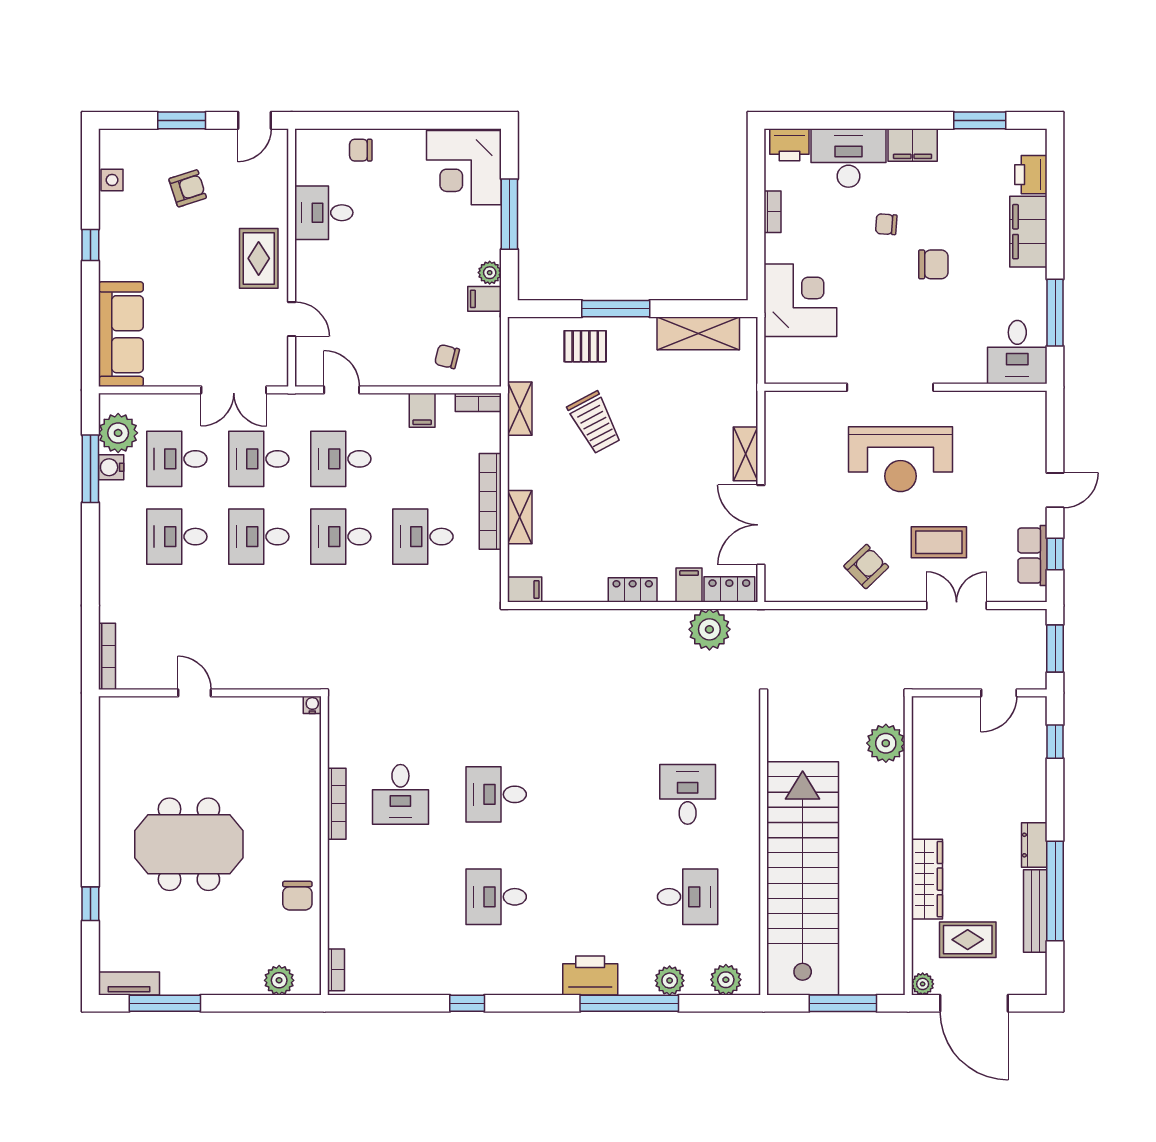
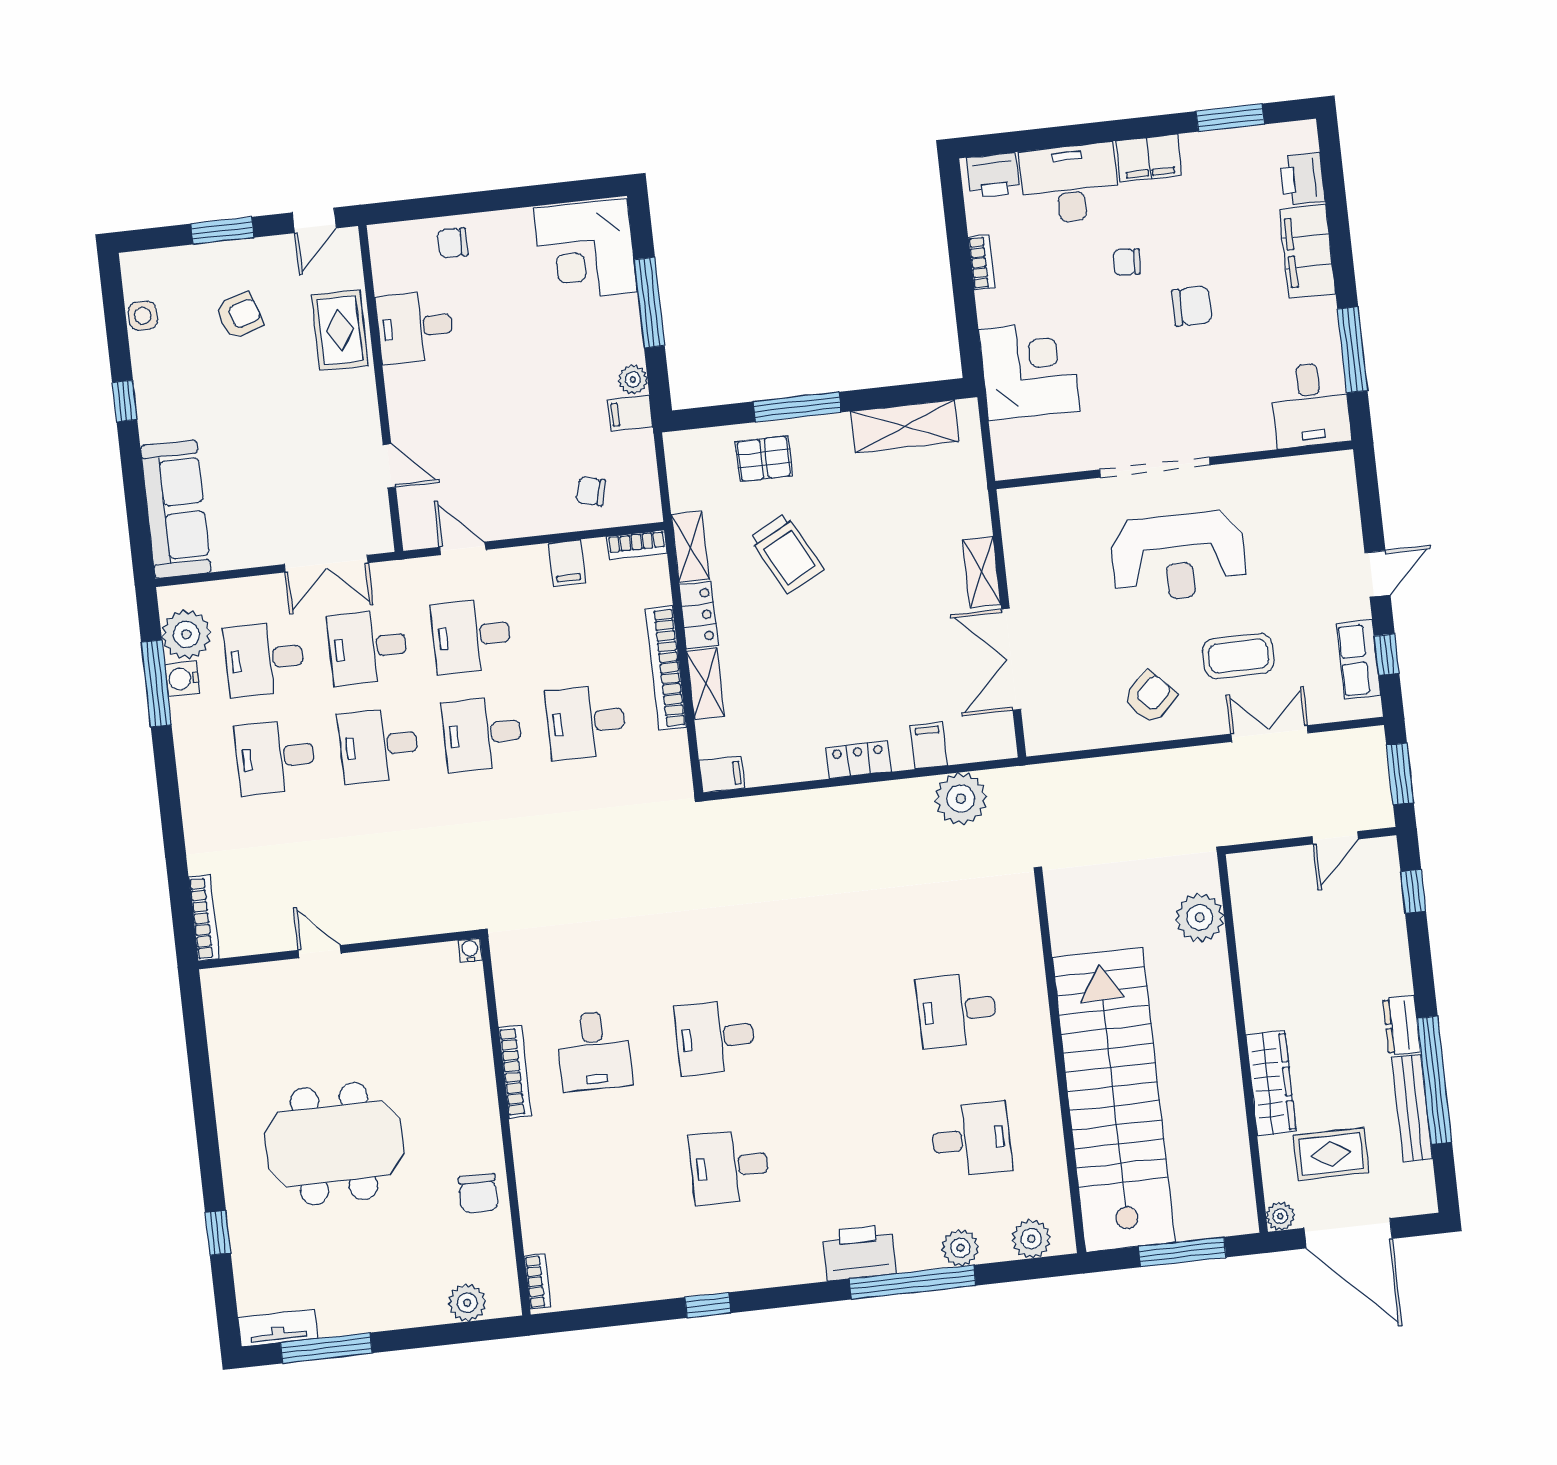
rug: (259, 258) -> (340, 330), moved
locker: (729, 589) -> (699, 615), moved, turned 90
desk: (688, 794) -> (957, 1010), turned -90

